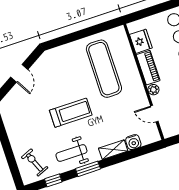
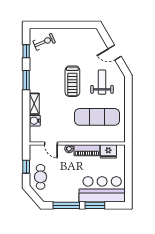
door: (154, 114) -> (51, 143), swing flipped
weight bench: (71, 153) -> (102, 82), moved

